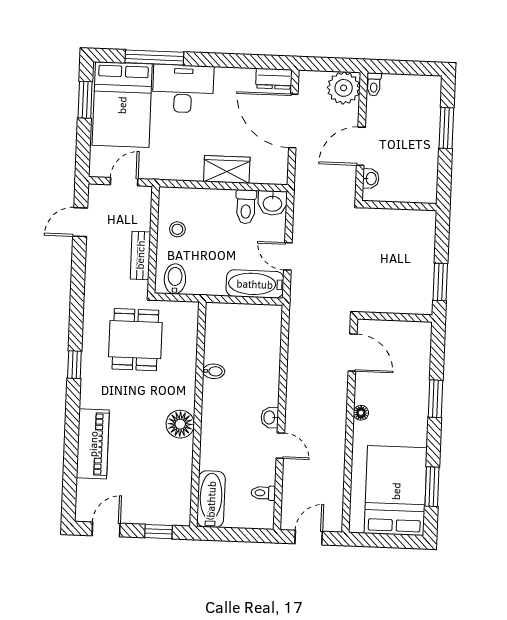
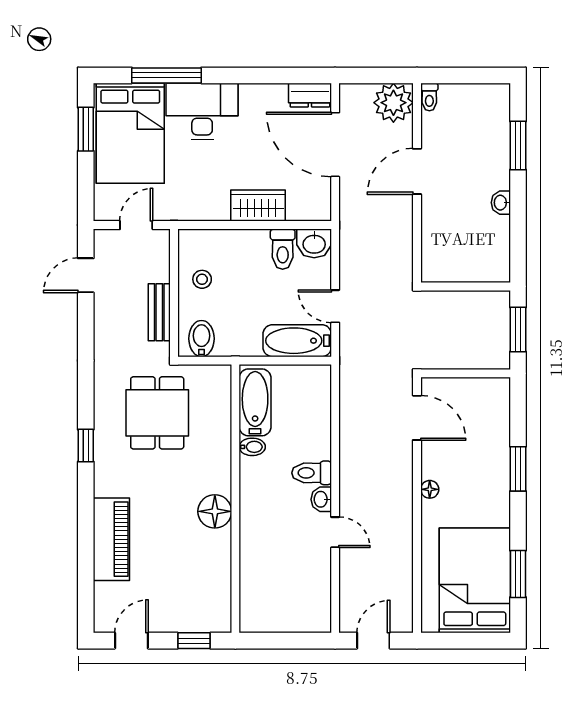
washbasin: (371, 179) -> (501, 203), moved, turned 180
wall: (399, 206) -> (466, 286), moved
toilet: (263, 493) -> (312, 473), moved, width x1.37, depth x1.39
bathtub: (211, 499) -> (255, 402), moved

